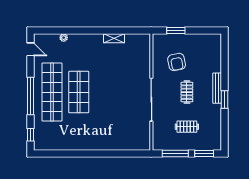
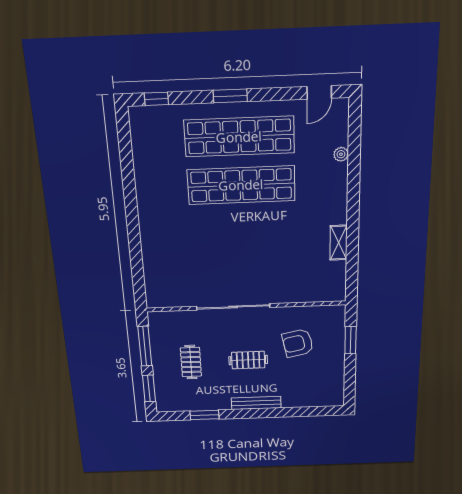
shop shelf: (79, 92) -> (241, 185), width x1.40
window: (31, 96) -> (230, 96), width x0.47
window: (224, 99) -> (205, 415), moved

